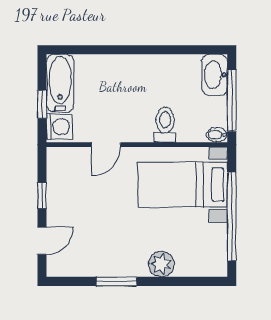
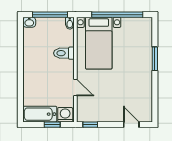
washbasin: (215, 75) -> (29, 22), width x0.52, depth x0.69
window: (42, 196) -> (90, 125), moved
plant: (161, 264) -> (145, 55), removed
window: (117, 281) -> (155, 59), moved

